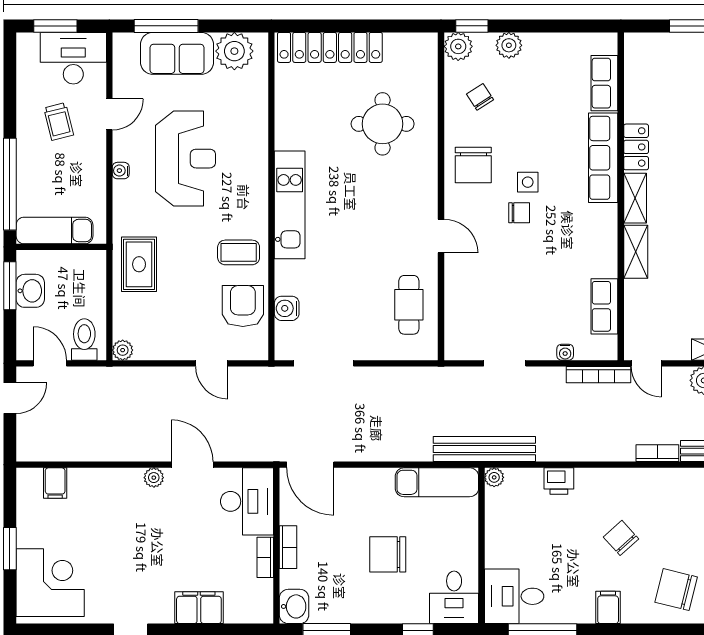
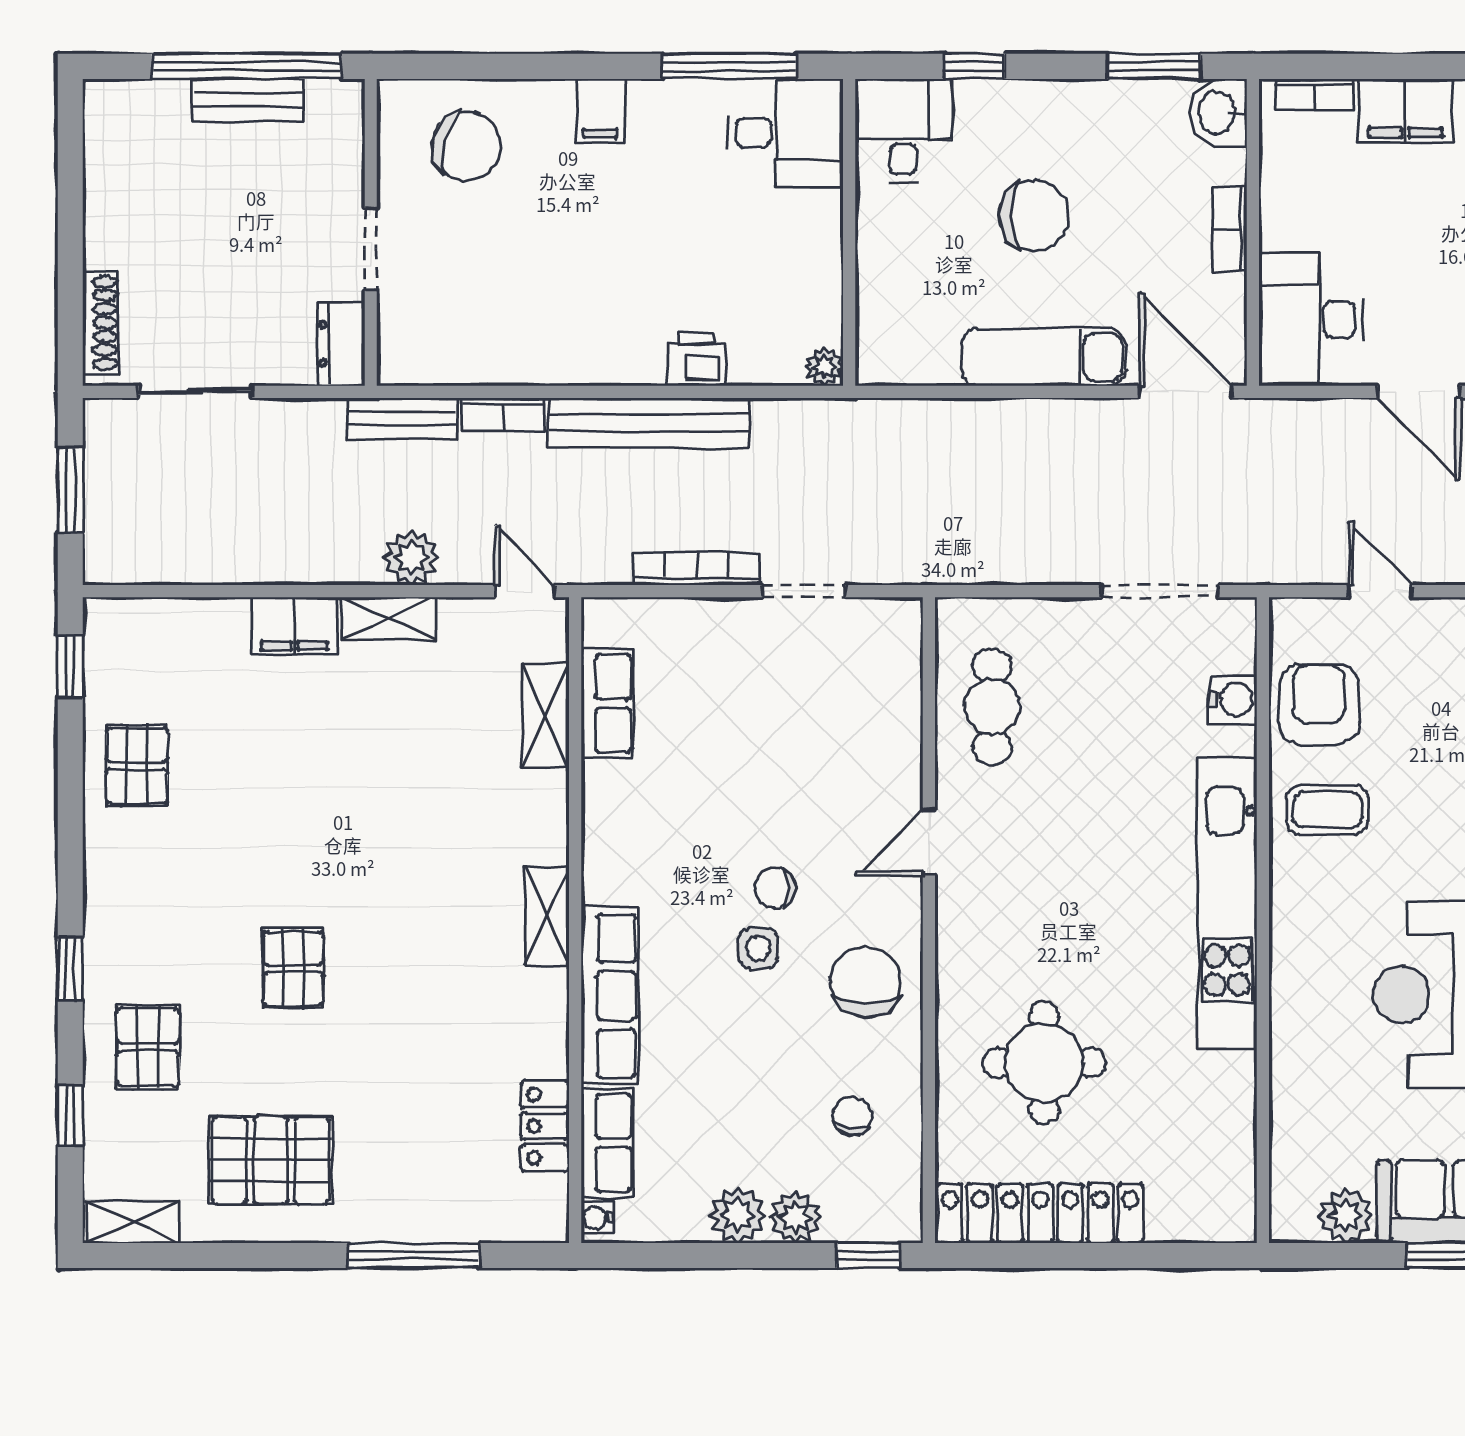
plant: (458, 46) -> (738, 1215), moved
locker: (330, 47) -> (1040, 1213), moved
plant: (234, 51) -> (1346, 1216), width x0.73, depth x0.73
chair: (480, 97) -> (852, 1116), turned -137
locker: (636, 147) -> (545, 1126), moved
kitchen unit: (290, 205) -> (1227, 903), width x1.36
door: (441, 236) -> (929, 842), hinge flipped
shelving: (636, 252) -> (546, 716), moved
armchair: (243, 306) -> (1319, 704), turned 180
water cooler: (565, 352) -> (597, 1218), moved, turned -90
bookcase: (599, 375) -> (697, 569), moved
bench: (484, 449) -> (649, 423), moved
exam couch: (437, 482) -> (1044, 357), moved
chair: (621, 538) -> (575, 248), removed
bookcase: (265, 557) -> (1314, 95), moved, turned 90

